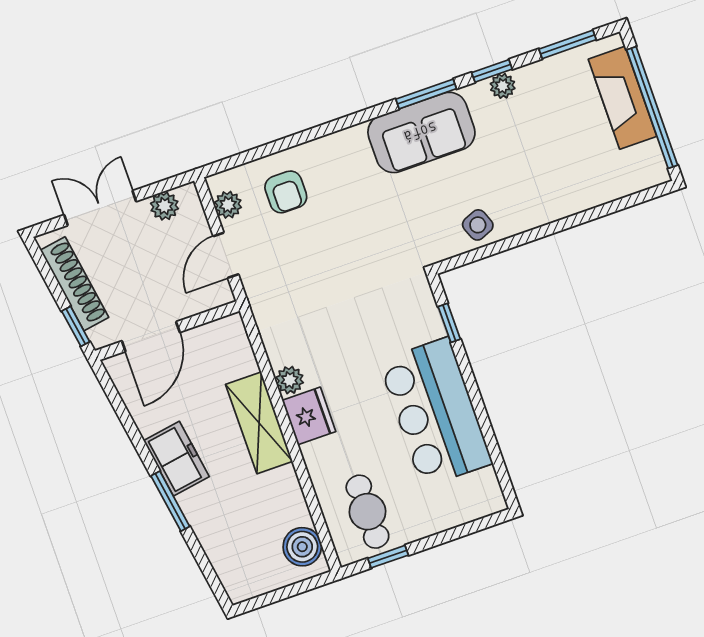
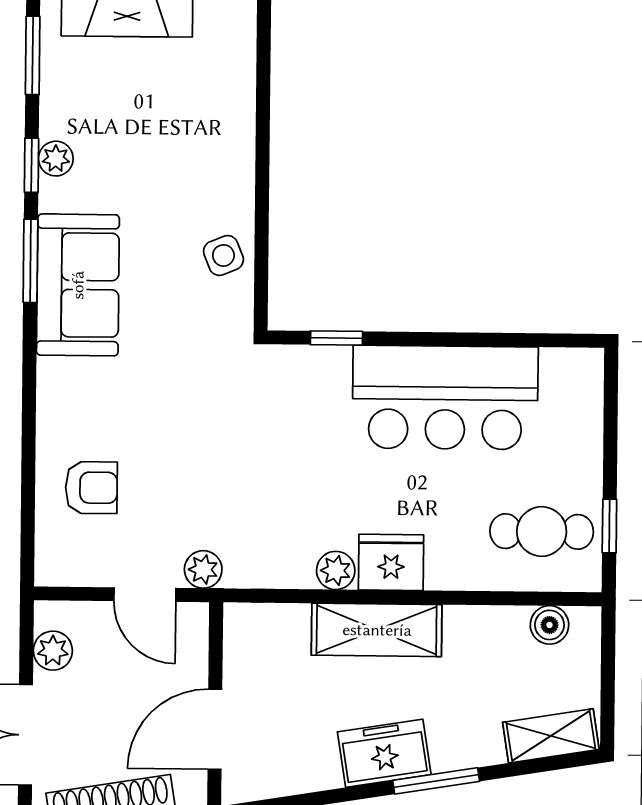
plant: (228, 205) -> (203, 569), moved
door: (151, 337) -> (215, 729), swing flipped
boiler: (302, 547) -> (550, 625), width x0.73, depth x0.73
shelving: (230, 569) -> (551, 736), added

